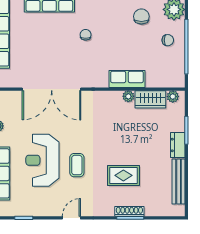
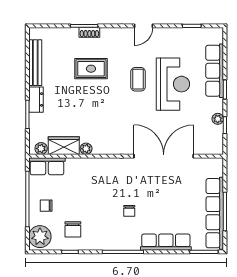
row of seats: (127, 79) -> (47, 166), moved
shoe rack: (129, 211) -> (89, 32), width x0.70

